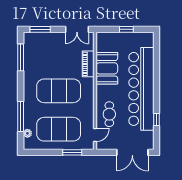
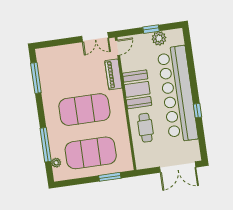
window: (40, 29) -> (54, 43), removed
plant: (132, 38) -> (159, 38), added
booth: (107, 68) -> (137, 89), moved
window: (156, 119) -> (197, 111), moved
door: (95, 135) -> (118, 48), moved

